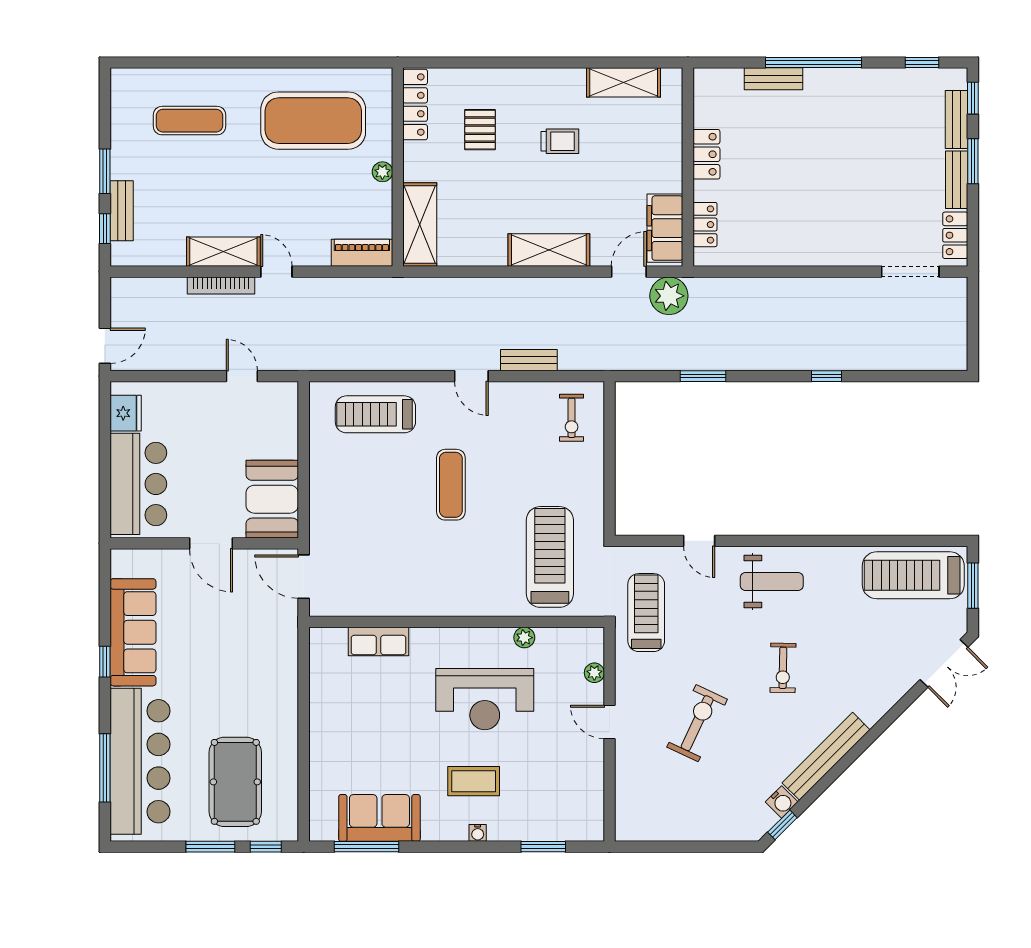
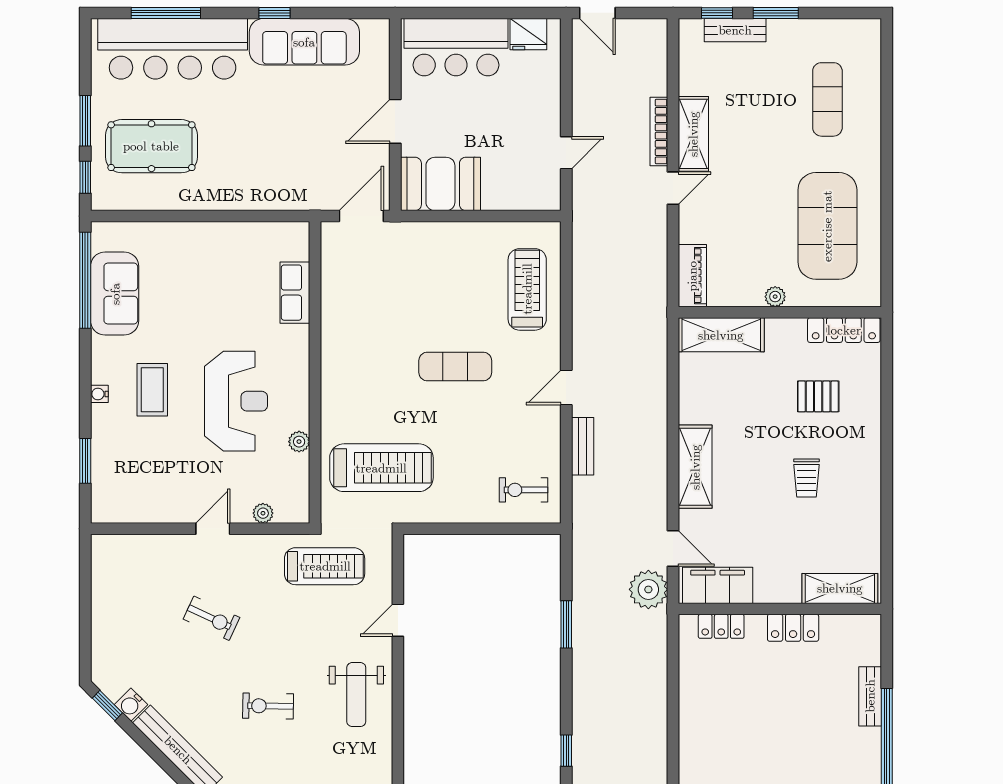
shelving: (624, 82) -> (840, 588), moved, turned 90
reception desk: (485, 699) -> (236, 401), turned 180
exercise bike: (697, 723) -> (212, 618), width x0.73, depth x0.72
window: (366, 847) -> (85, 280), width x1.46

